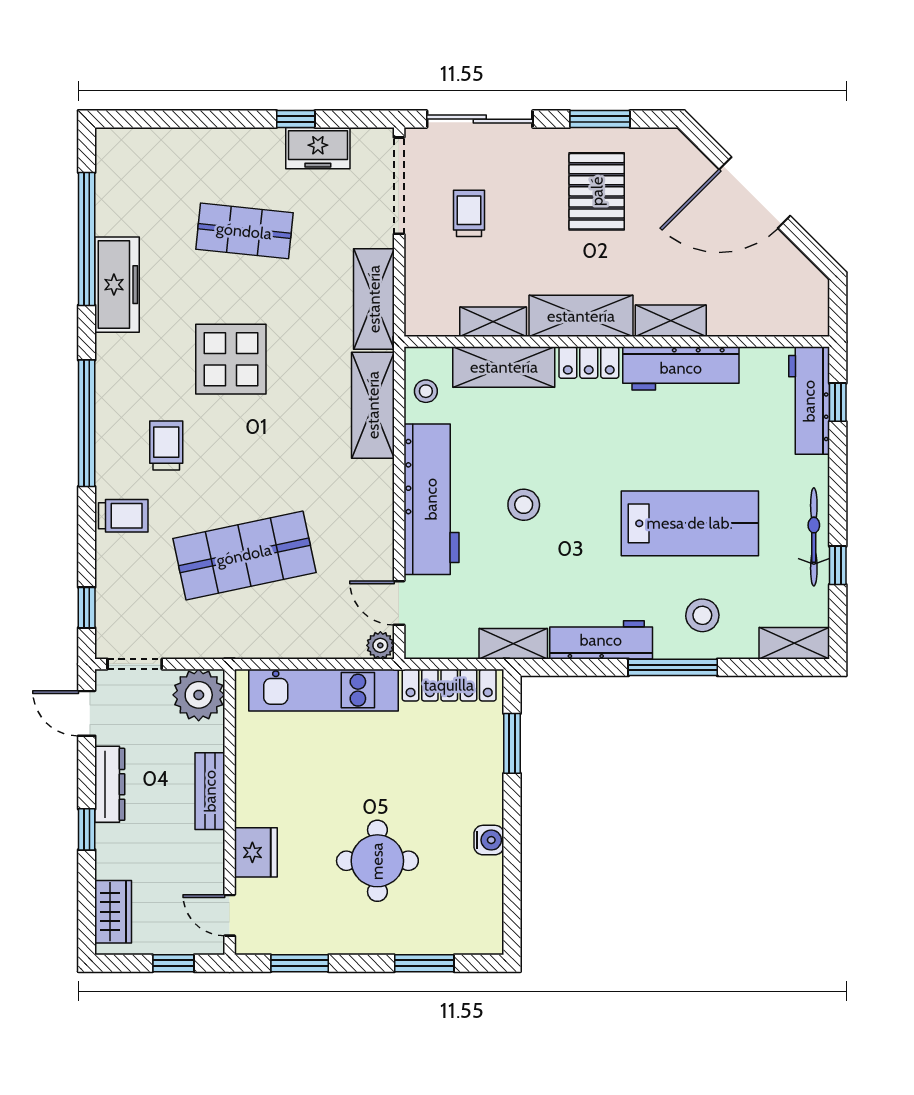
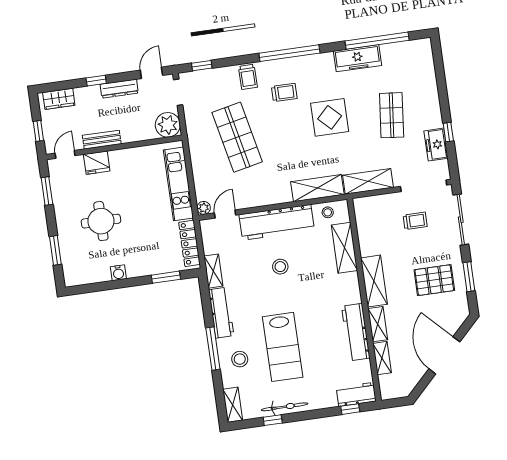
shelving: (493, 322) -> (382, 358), moved
locker: (589, 363) -> (352, 288), removed
workbench: (809, 401) -> (356, 394), width x0.73
bench: (210, 791) -> (102, 140), moved

